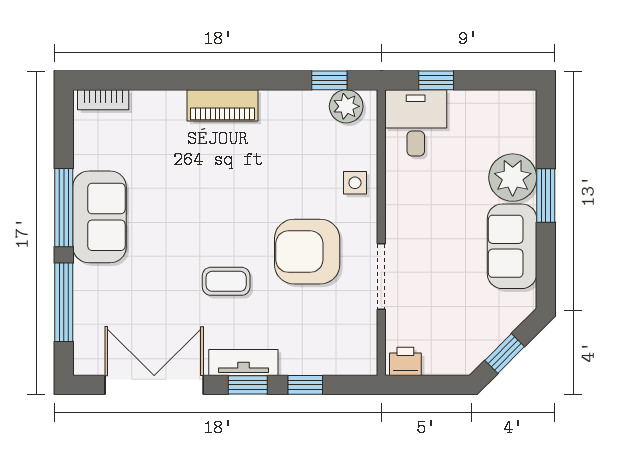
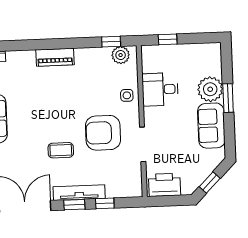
desk: (416, 123) -> (160, 89), moved, turned -90
printer: (405, 361) -> (164, 185), width x1.87, depth x1.48
tv unit: (243, 363) -> (79, 193), width x1.41

